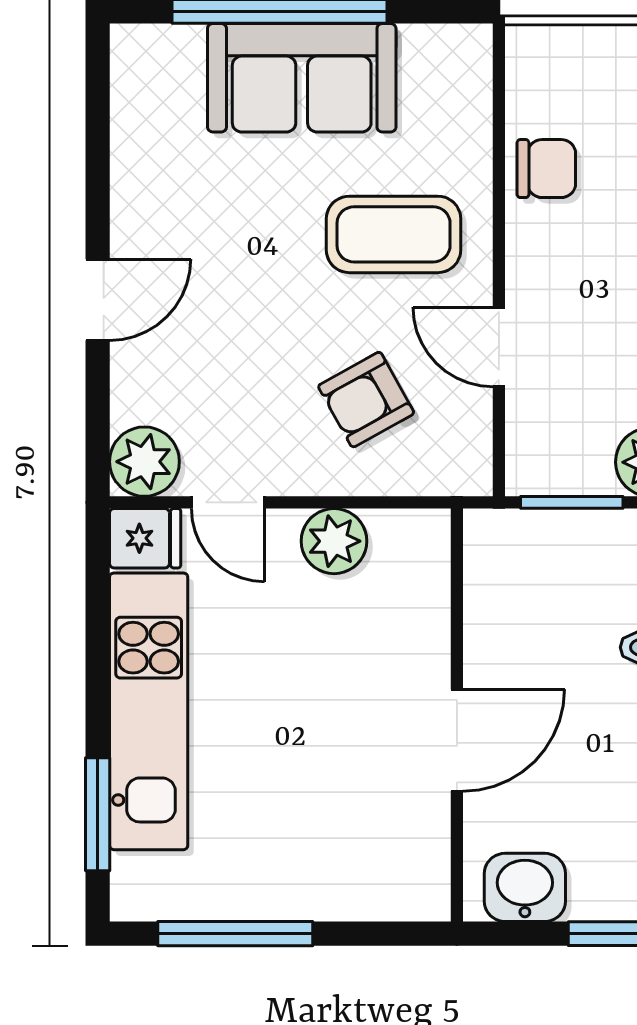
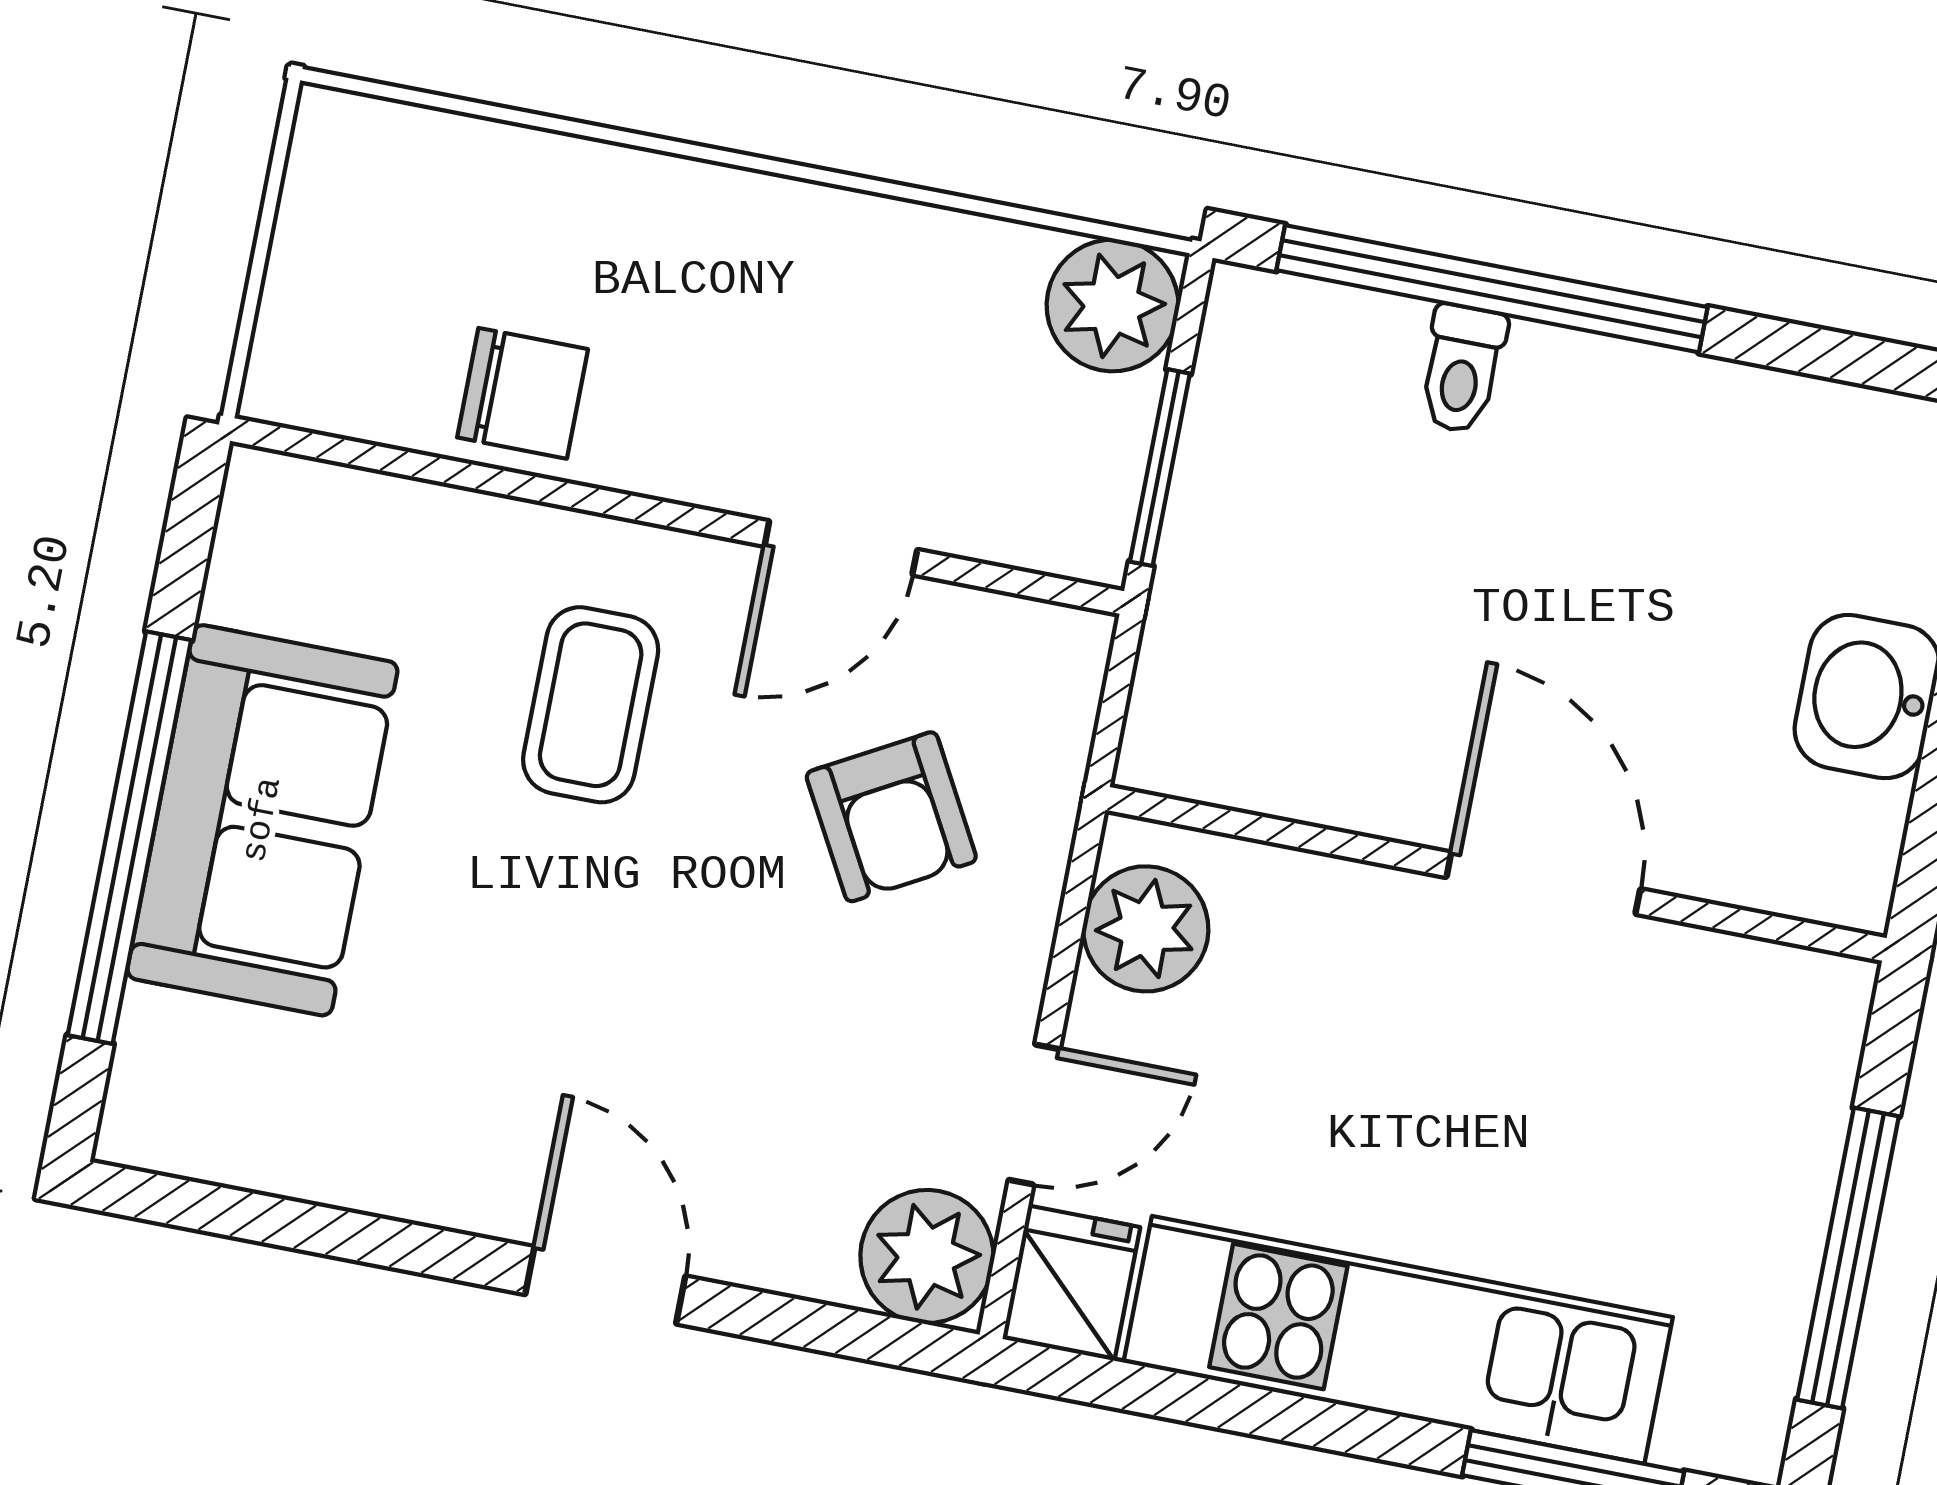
chair: (546, 169) -> (523, 393), turned 90
coffee table: (394, 234) -> (591, 705), width x0.73, depth x0.77
wall: (457, 715) -> (1496, 874), moved
door: (457, 740) -> (1543, 883), moved

